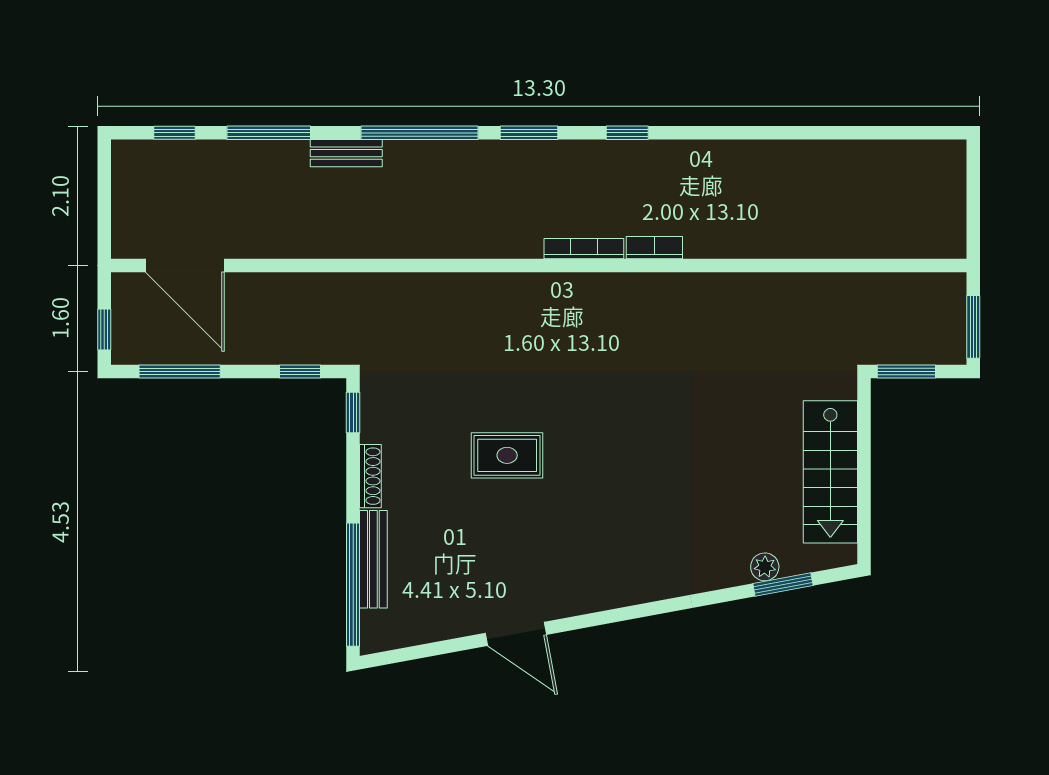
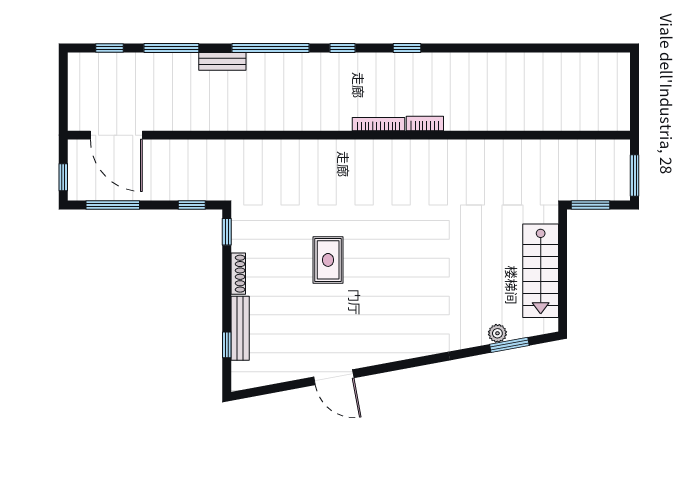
window: (529, 133) -> (342, 48), width x0.67
rug: (507, 455) -> (328, 260), turned 90
window: (353, 585) -> (227, 345), width x0.32

